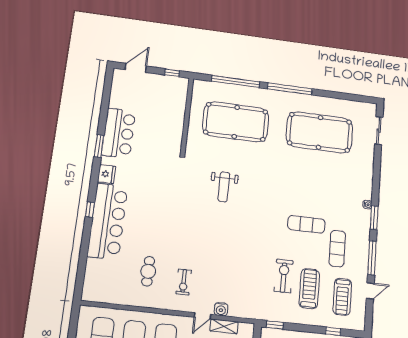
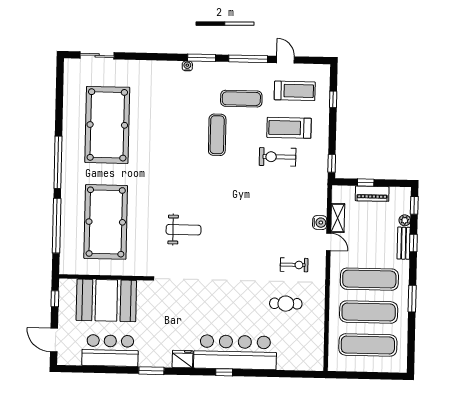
booth: (167, 115) -> (106, 300), added
bar counter: (119, 133) -> (110, 351), moved

